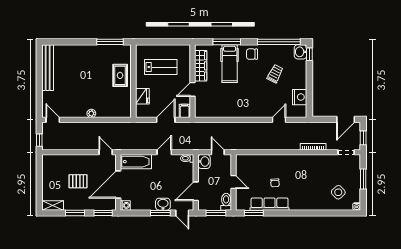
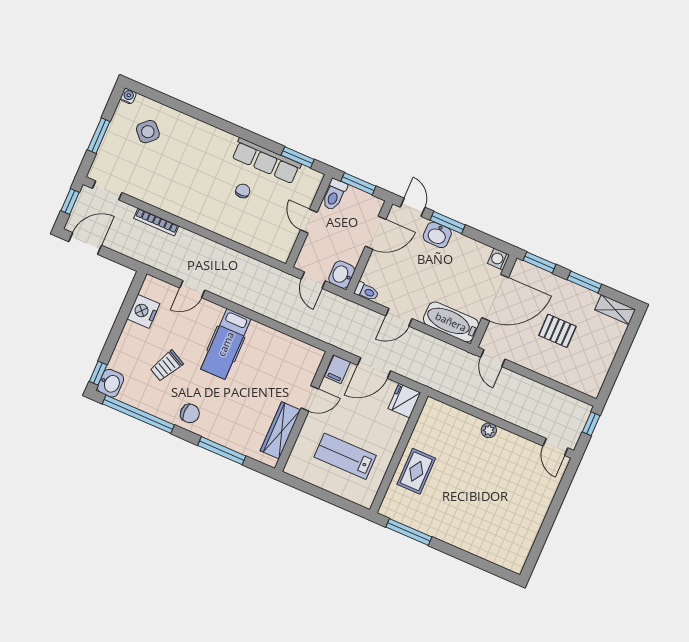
hospital bed: (230, 64) -> (226, 344), moved, turned 180
bench: (48, 68) -> (527, 534), removed
fridge: (142, 96) -> (404, 401), moved

